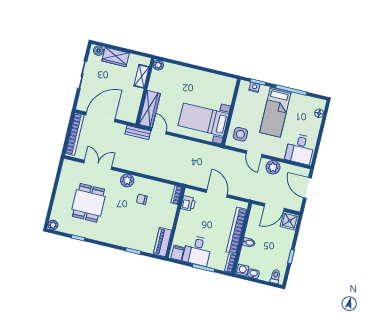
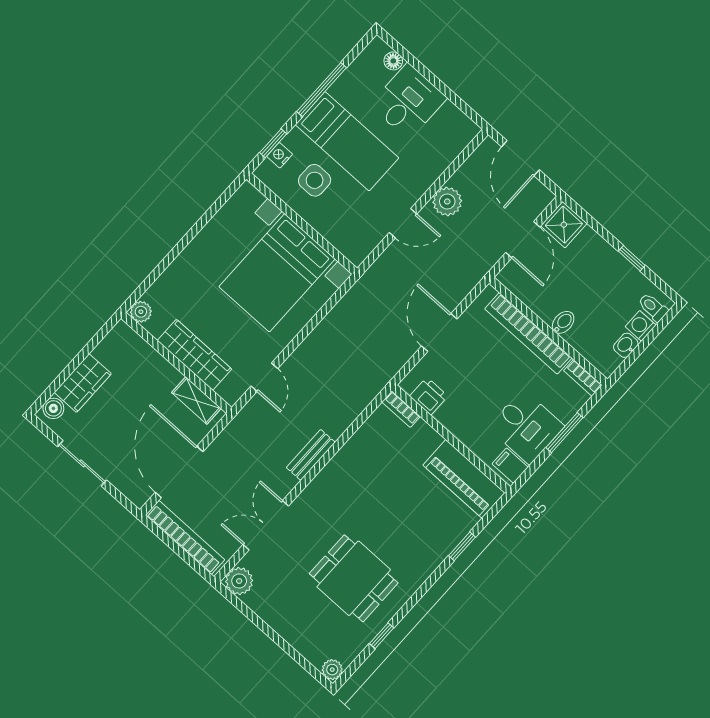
shelving: (142, 76) -> (196, 401), moved
wardrobe: (150, 109) -> (194, 355), moved
bed with nightstands: (203, 120) -> (277, 273), width x1.36
door: (159, 131) -> (264, 377), swing flipped
bench: (138, 133) -> (311, 455), moved
side table: (240, 134) -> (315, 180), moved
desk: (300, 149) -> (408, 101), moved, turned -90
plant: (127, 180) -> (239, 581), moved
door: (307, 188) -> (521, 158), hinge flipped
door: (217, 193) -> (439, 332), hinge flipped
chair: (142, 199) -> (374, 478), removed
dining table: (88, 203) -> (354, 578), moved
piano: (162, 242) -> (464, 479), width x1.37, depth x1.33
washing machine: (243, 270) -> (641, 326), moved

